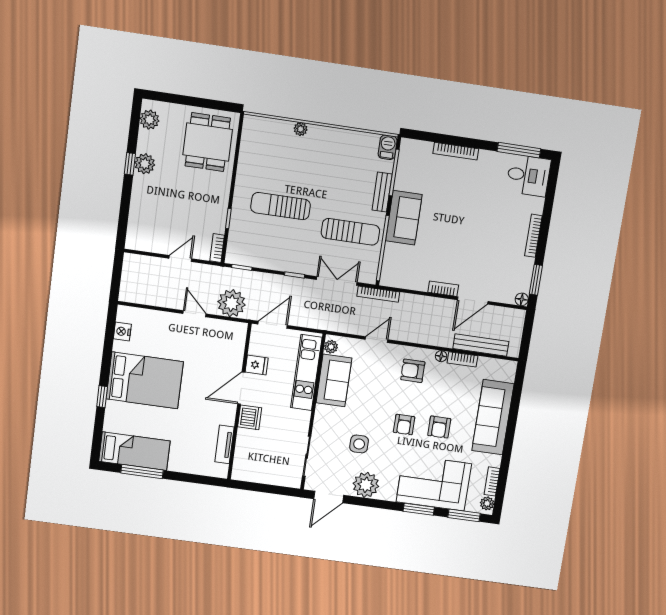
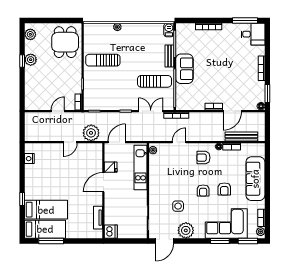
sun lounger: (281, 206) -> (103, 60), moved
door: (194, 314) -> (70, 142), swing flipped
bed: (145, 380) -> (46, 210), moved, width x0.67
sofa: (334, 380) -> (158, 170), removed
dishwasher: (250, 417) -> (111, 232), moved

